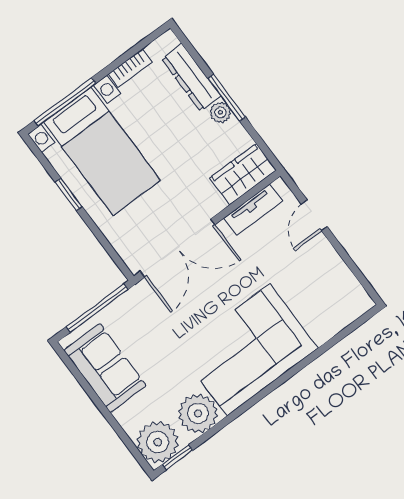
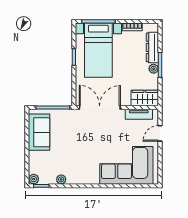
double door: (178, 248) -> (100, 108), swing flipped
corner sofa: (248, 350) -> (126, 165), moved
plant: (198, 413) -> (61, 179), width x0.53, depth x0.53
plant: (158, 442) -> (34, 179), width x0.53, depth x0.53

